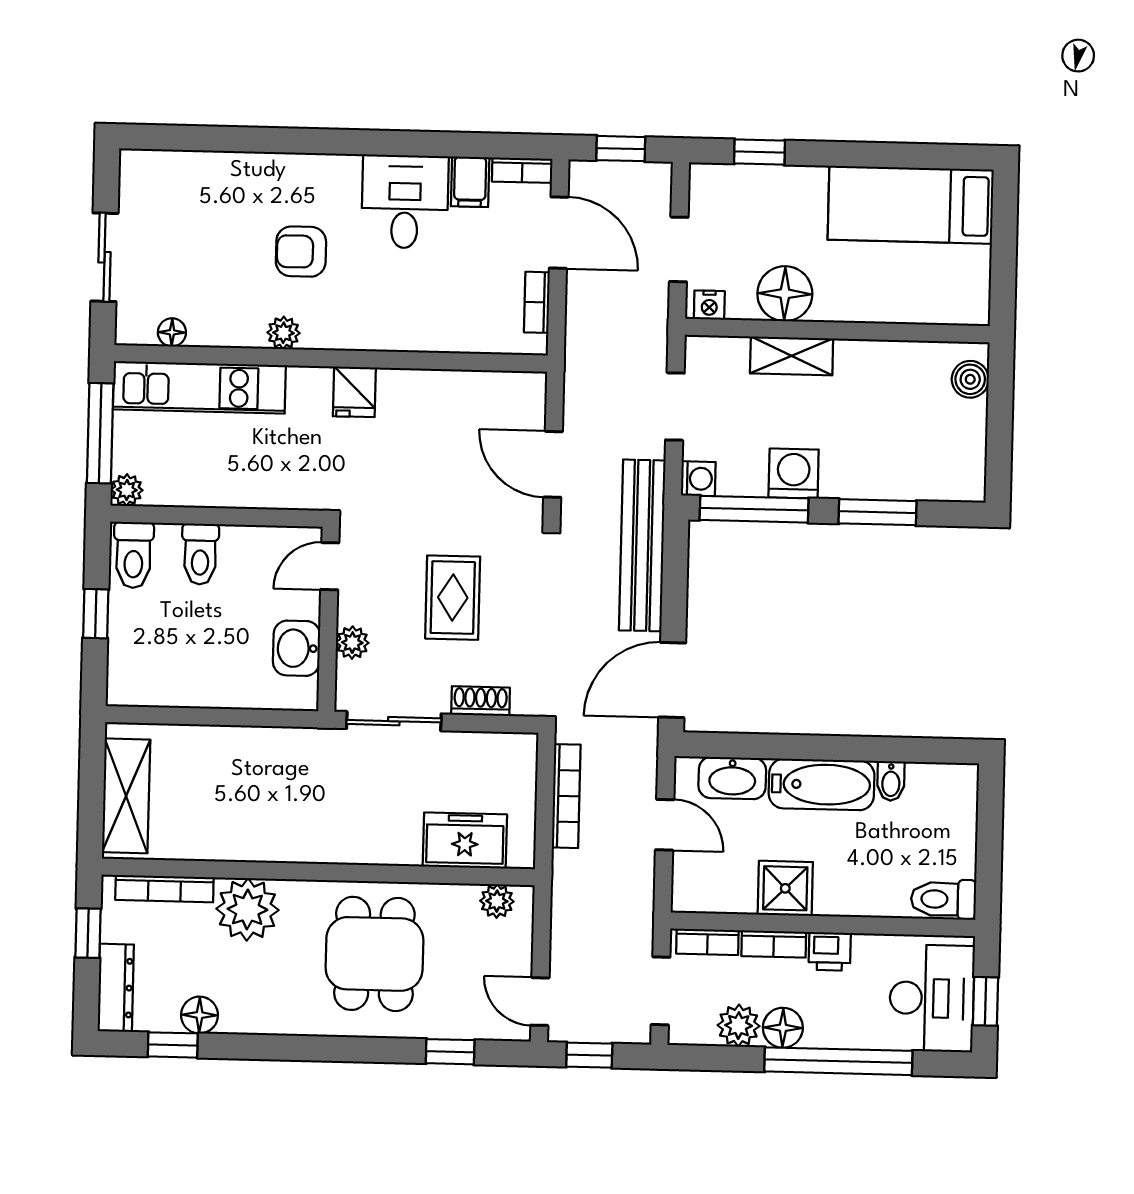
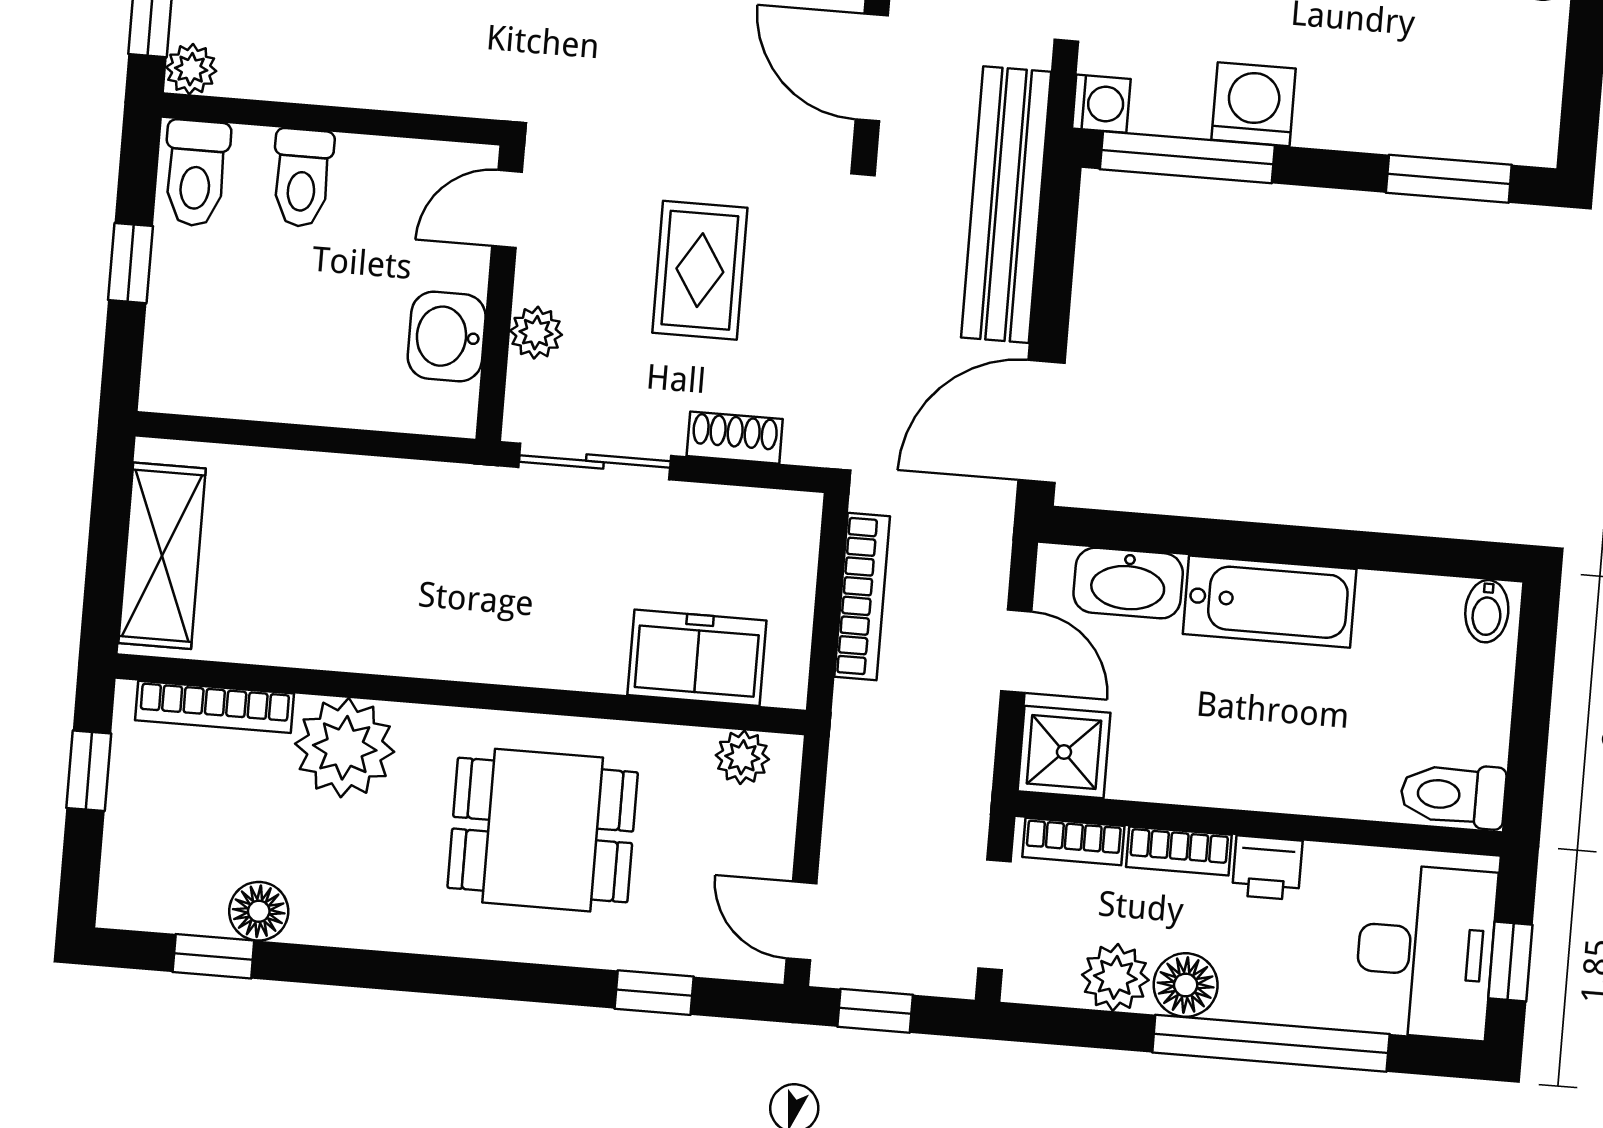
window: (878, 512) -> (1449, 179), moved
bidet: (891, 781) -> (1487, 611), moved
shower: (785, 888) -> (1064, 752), moved
dining table: (374, 954) -> (543, 830), turned 90
dresser: (116, 988) -> (128, 860), removed

